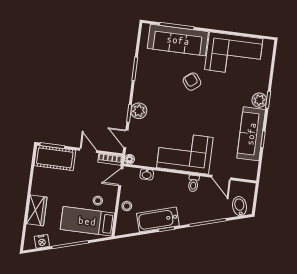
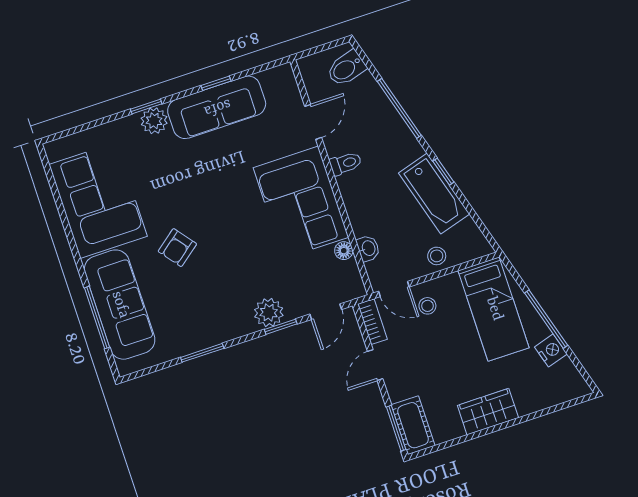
cot: (55, 158) -> (413, 425), width x0.73, depth x0.75
floor lamp: (129, 159) -> (344, 251), moved
stool: (98, 201) -> (427, 306), moved
wardrobe: (37, 210) -> (488, 412), moved
nightstand: (42, 241) -> (551, 350), moved

